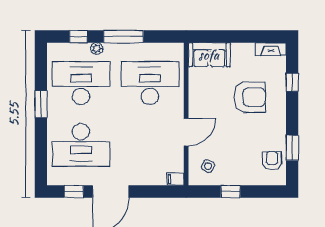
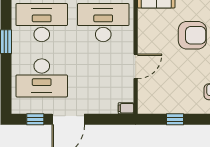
side table: (208, 166) -> (155, 97), removed

